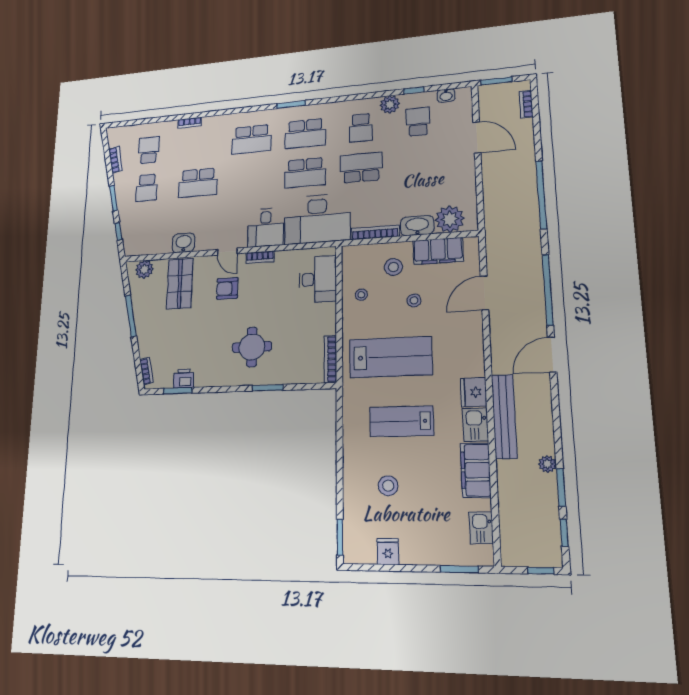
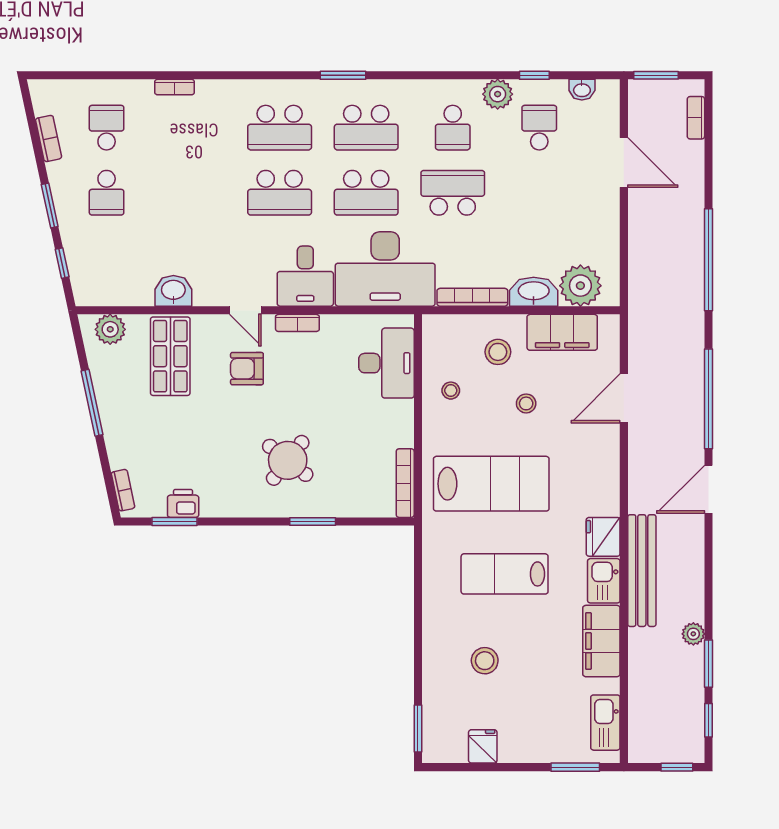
school desk: (198, 183) -> (280, 193), moved
round table: (252, 347) -> (288, 460), turned 38
kitchen sink: (481, 528) -> (605, 723), width x1.38

